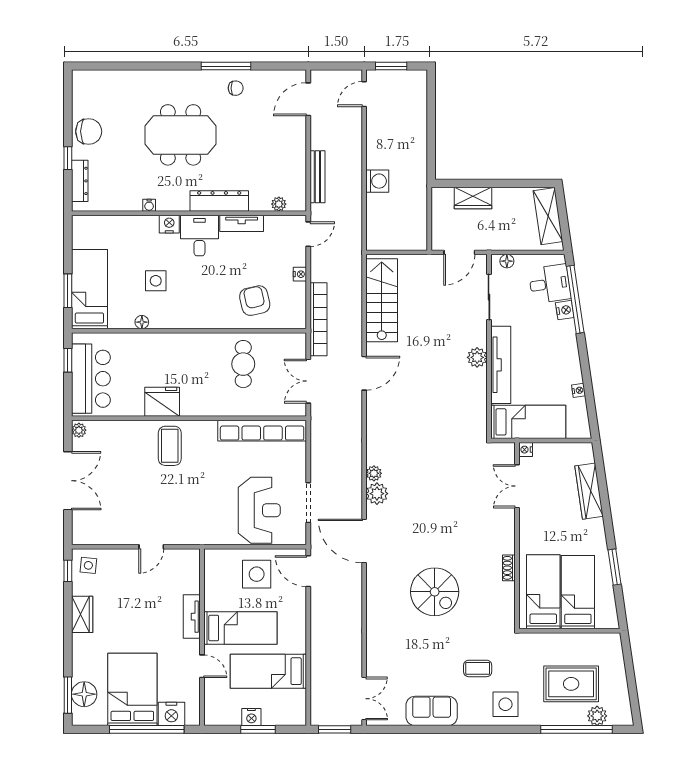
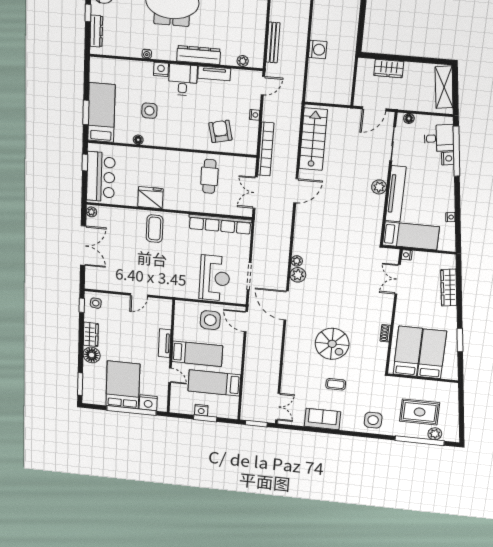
coffee table: (478, 668) -> (336, 384), moved
floor lamp: (84, 694) -> (92, 355), moved

